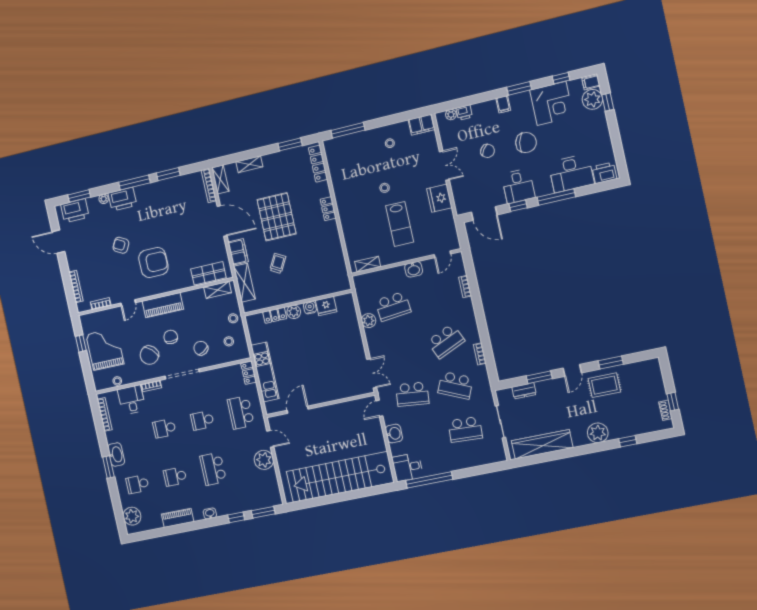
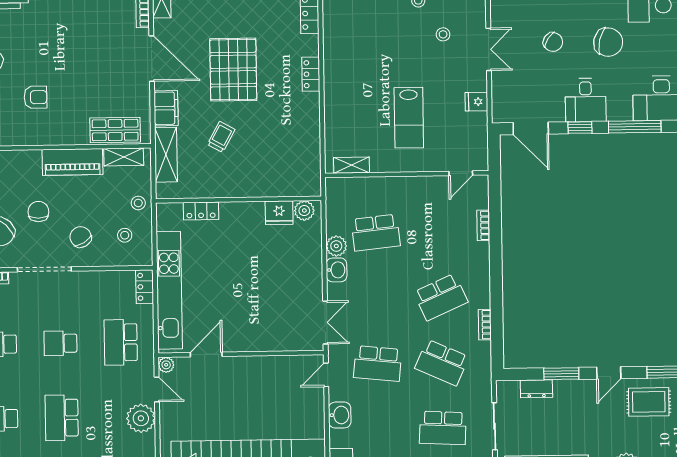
stool: (385, 188) -> (443, 34), moved
fridge: (439, 198) -> (476, 102), width x0.53, depth x0.75
armchair: (153, 262) -> (35, 97), width x0.53, depth x0.53
washbasin: (414, 269) -> (337, 270), moved, turned -90
piano: (163, 305) -> (72, 162), moved
water cooler: (310, 307) -> (255, 210), removed
plant: (294, 312) -> (304, 211), moved
kitchen unit: (265, 372) -> (169, 290), width x1.36
plant: (273, 422) -> (166, 365), added

